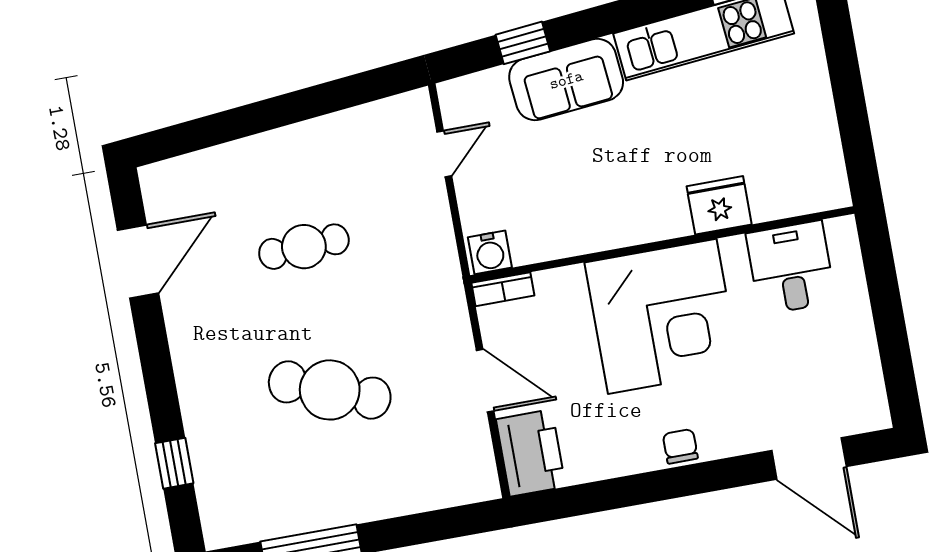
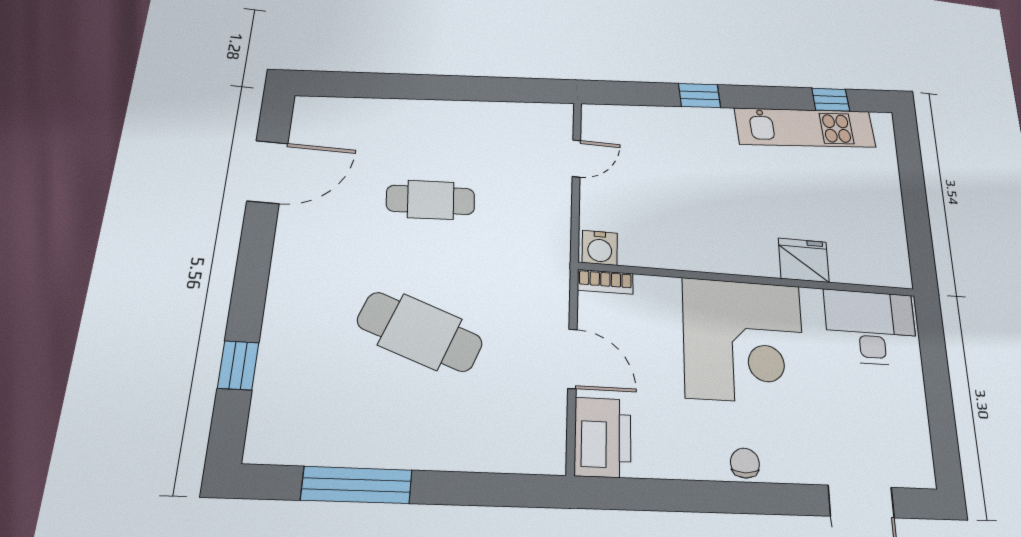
window: (523, 43) -> (700, 96), moved
sofa: (566, 80) -> (691, 130), removed
desk: (791, 268) -> (871, 327), width x1.37

